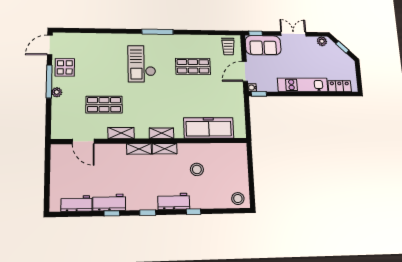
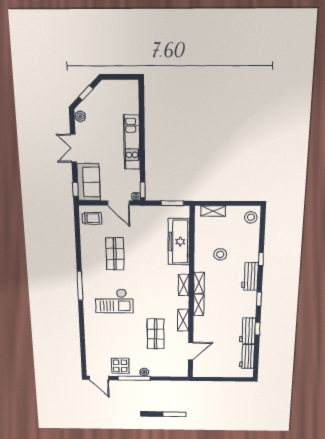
locker: (340, 86) -> (132, 101), removed
window: (248, 121) -> (172, 203), added
shelving: (242, 161) -> (213, 211), added

